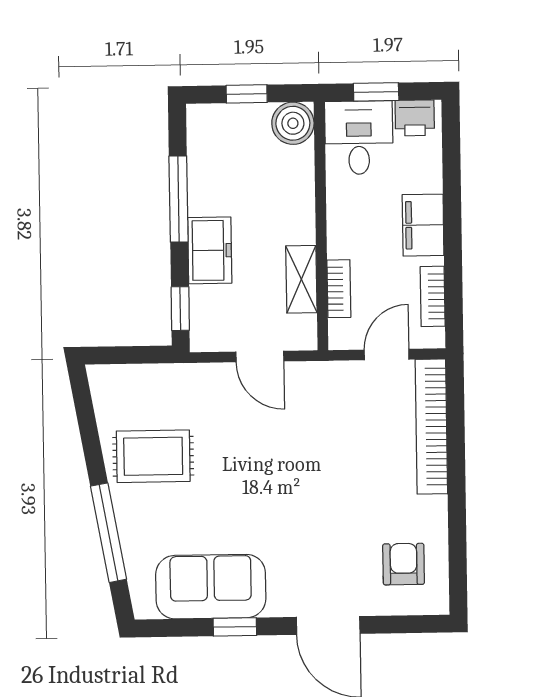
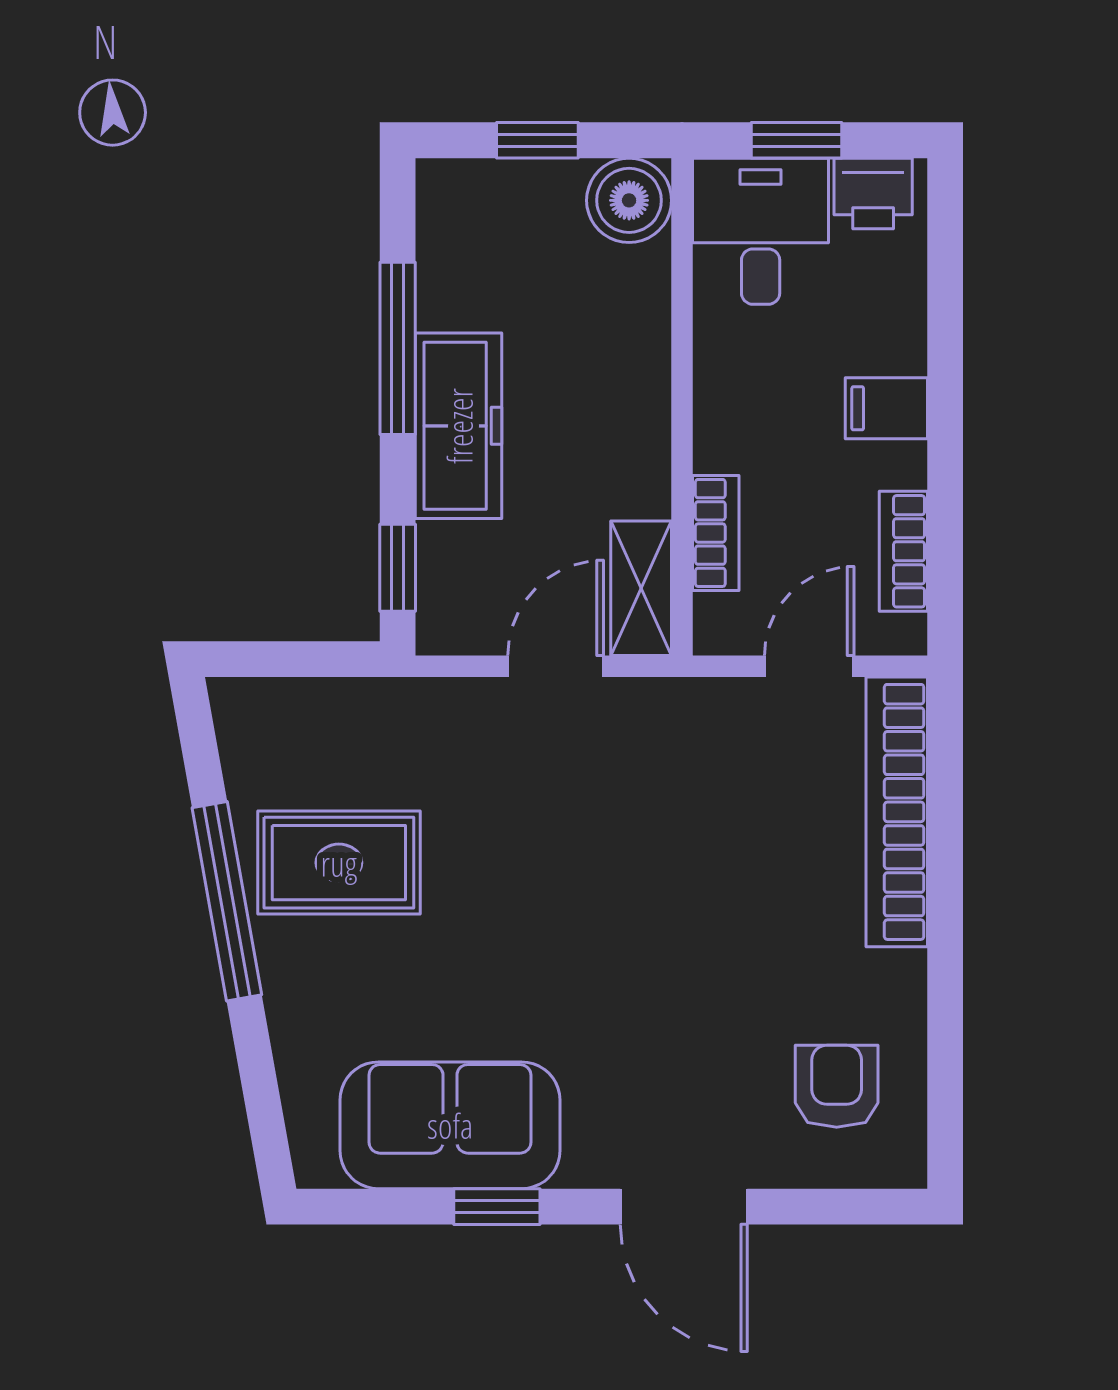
filing cabinet: (423, 225) -> (886, 408), width x0.50
freezer: (210, 250) -> (459, 426), width x1.40
shelving: (301, 279) -> (641, 588), moved
door: (260, 357) -> (556, 666), swing flipped
window: (109, 533) -> (227, 901), moved

